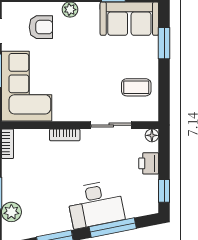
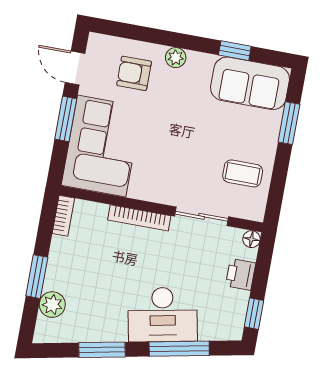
armchair: (41, 27) -> (134, 73), turned 180
bookcase: (65, 135) -> (139, 218), width x1.56

